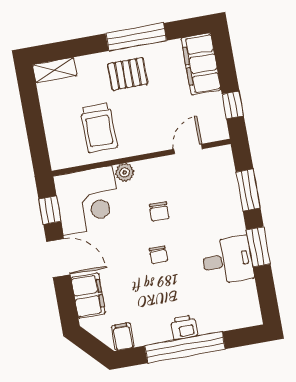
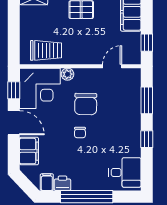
trolley: (99, 128) -> (46, 50), moved, turned -90
chair: (159, 211) -> (86, 104), width x1.87, depth x1.87
window: (258, 247) -> (147, 139), width x0.67
desk: (227, 260) -> (125, 172), moved
printer: (184, 327) -> (63, 183), moved

